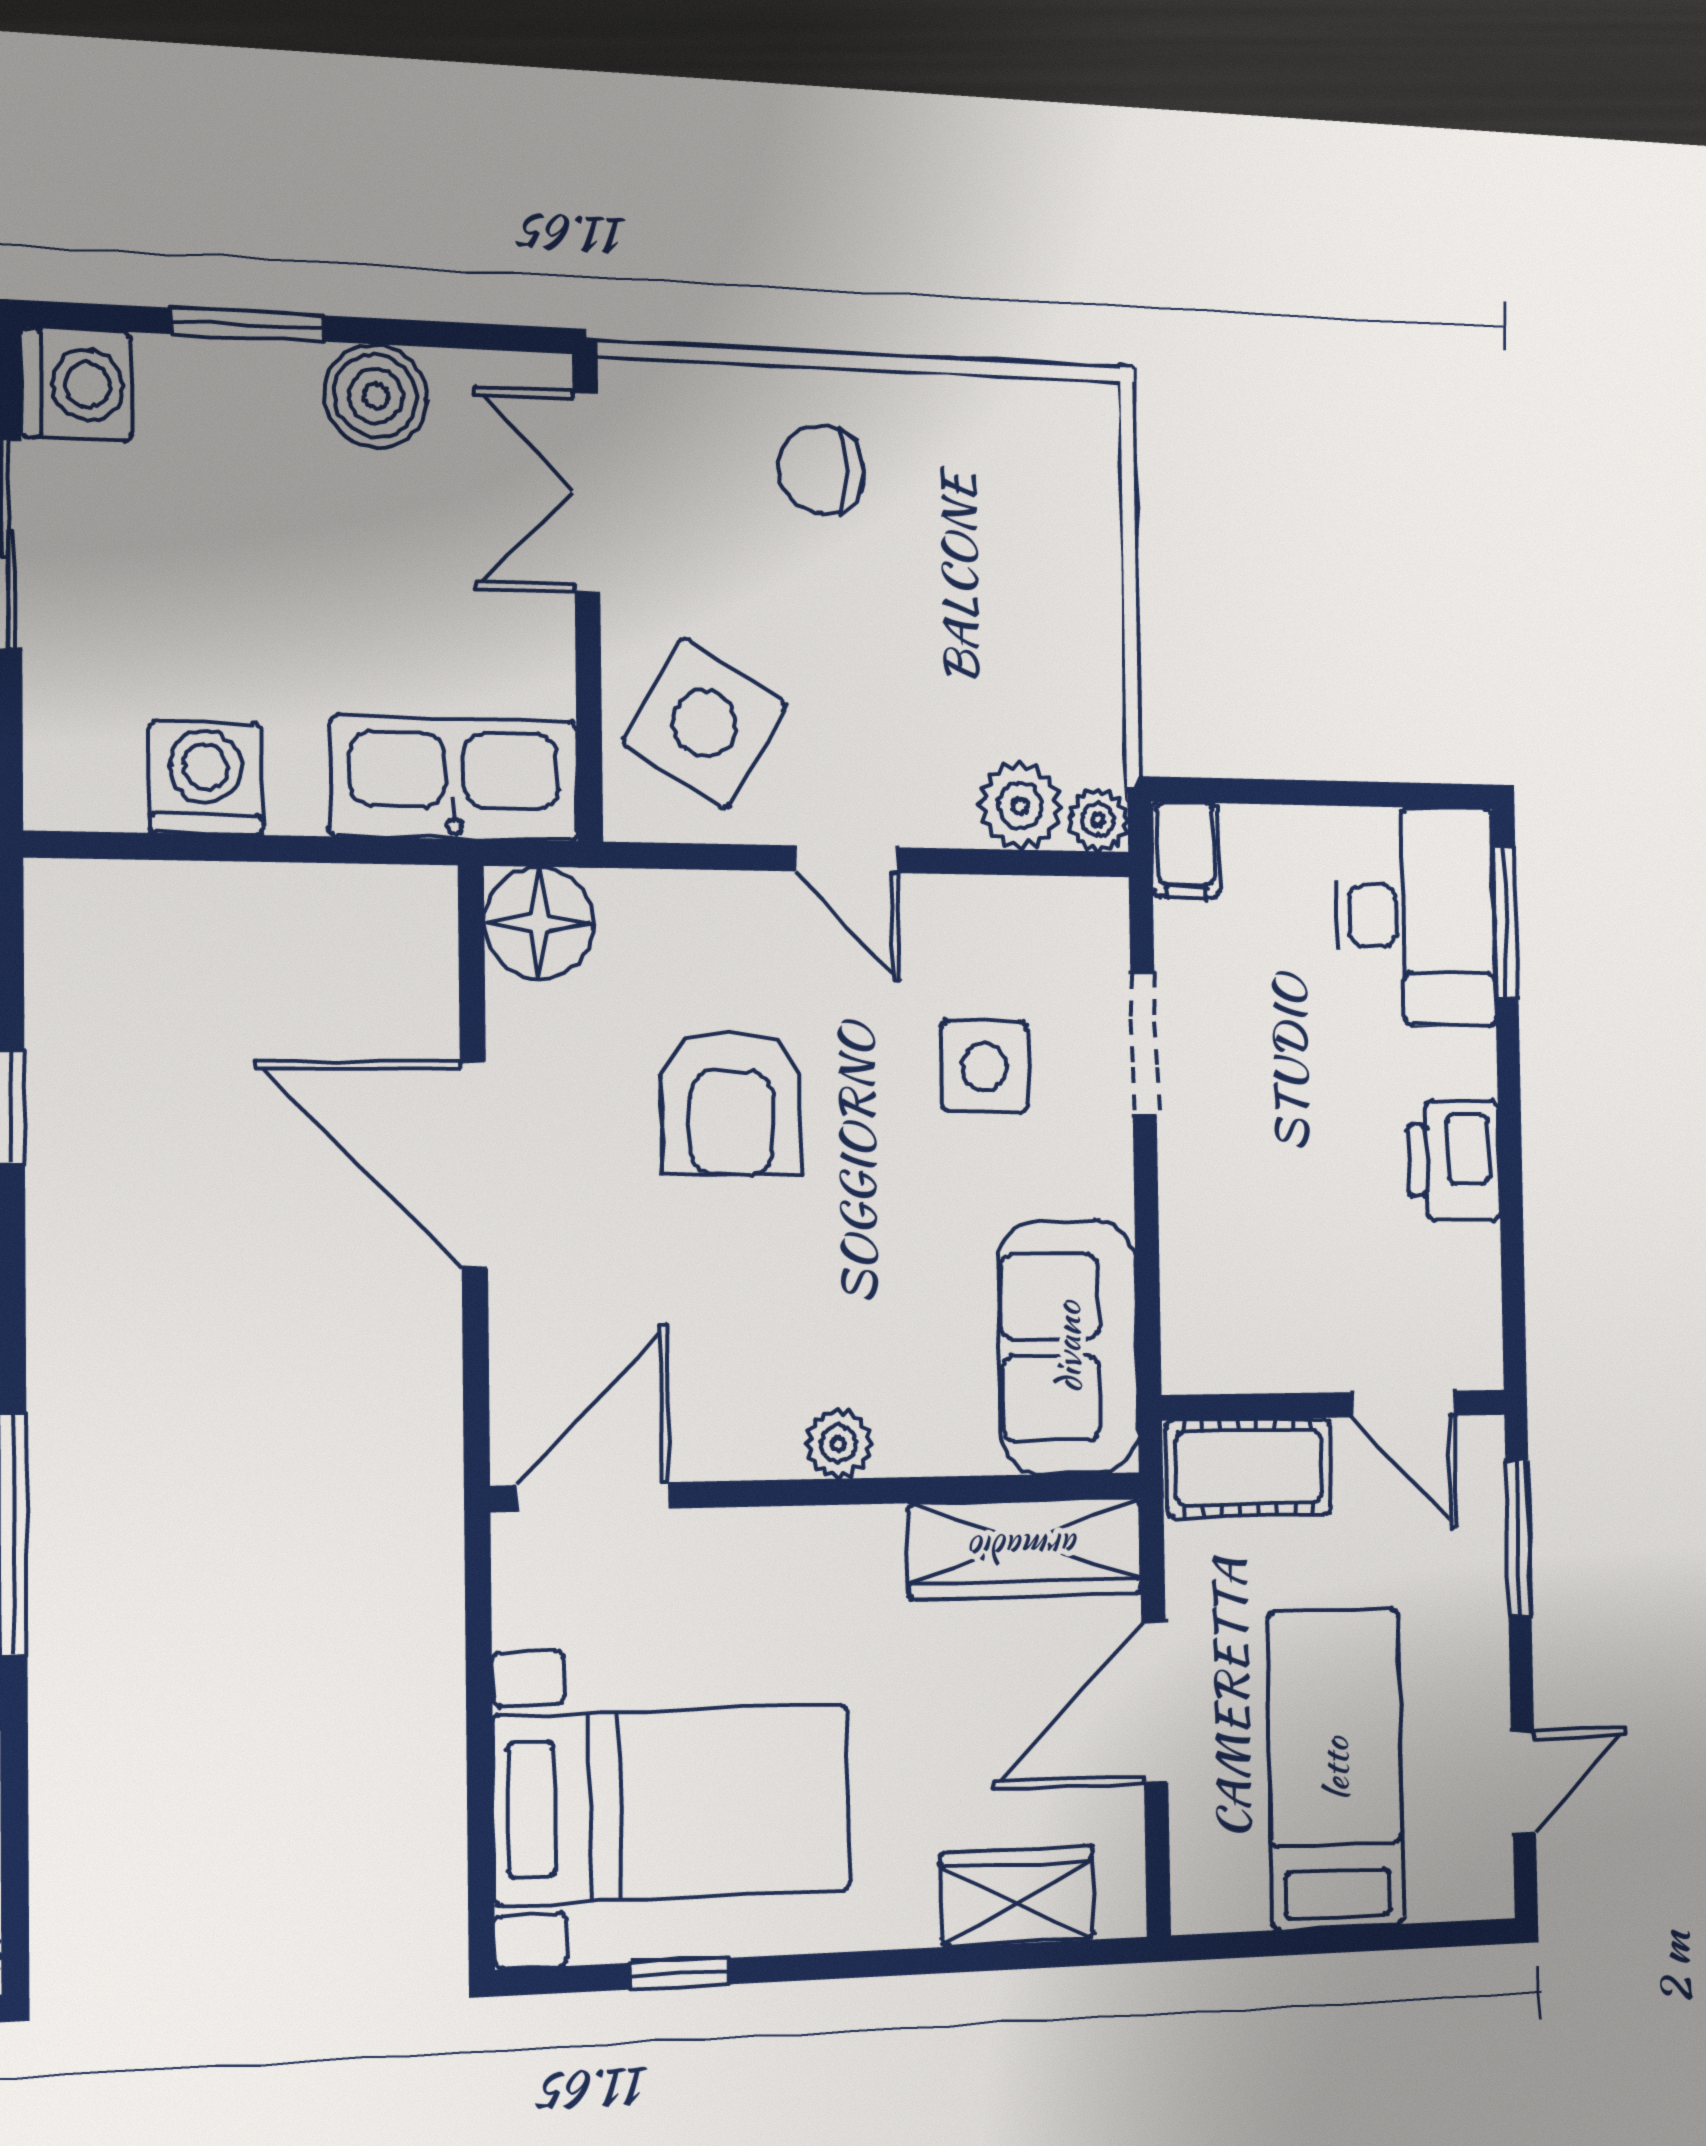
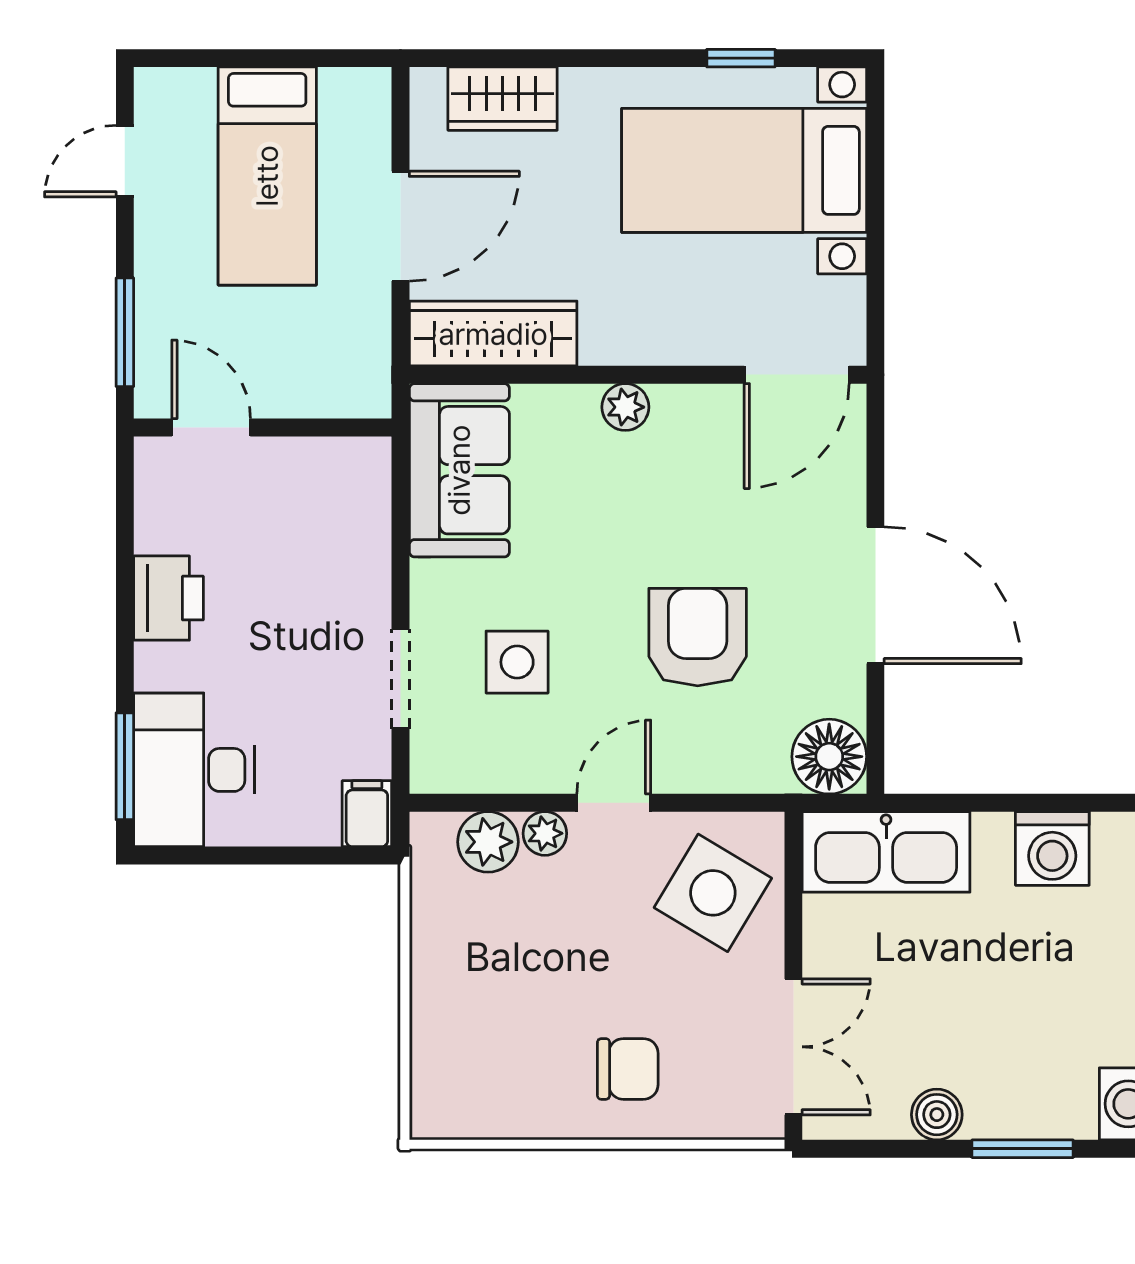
boiler: (376, 396) -> (937, 1115), width x0.73, depth x0.73
plant: (1098, 820) -> (545, 833), moved
door: (847, 859) -> (614, 803), hinge flipped
cot: (1249, 1467) -> (328, 386), removed

